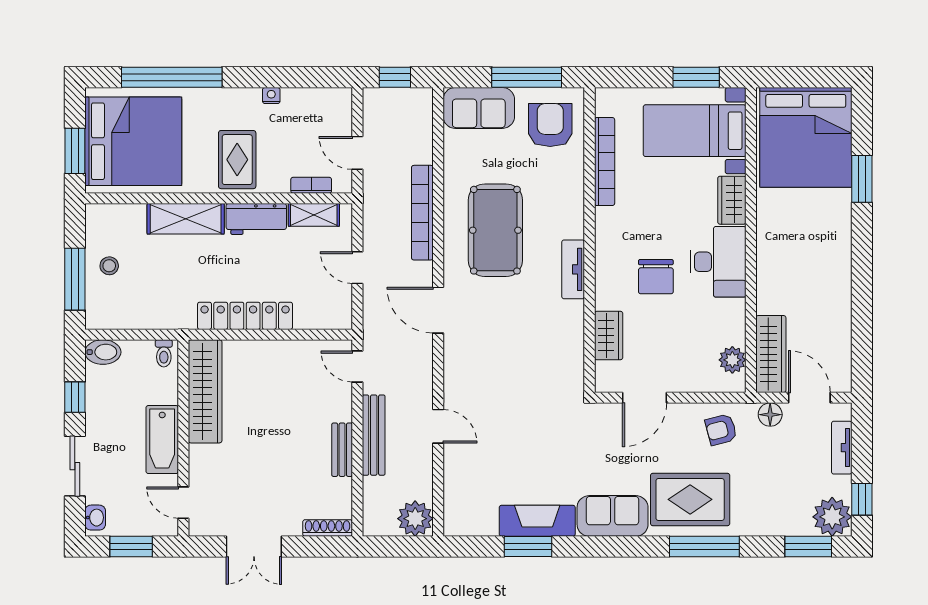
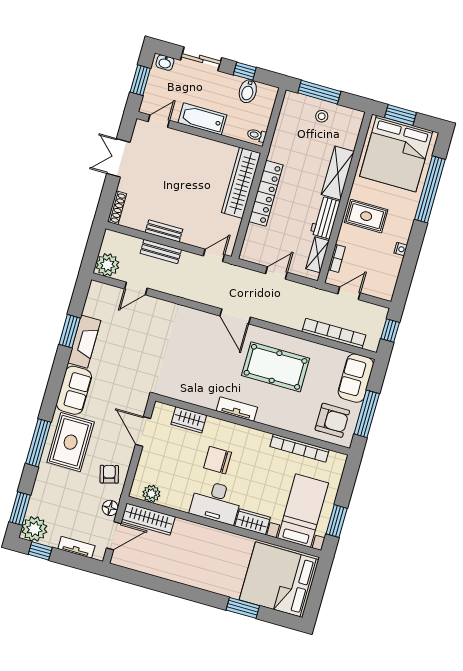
bookcase: (422, 213) -> (334, 333), moved
door: (438, 310) -> (235, 316), swing flipped
bidet: (103, 352) -> (248, 91), moved
wardrobe: (205, 391) -> (241, 183), moved, turned 90
door: (438, 426) -> (136, 288), moved
bench: (374, 435) -> (161, 252), width x0.73

